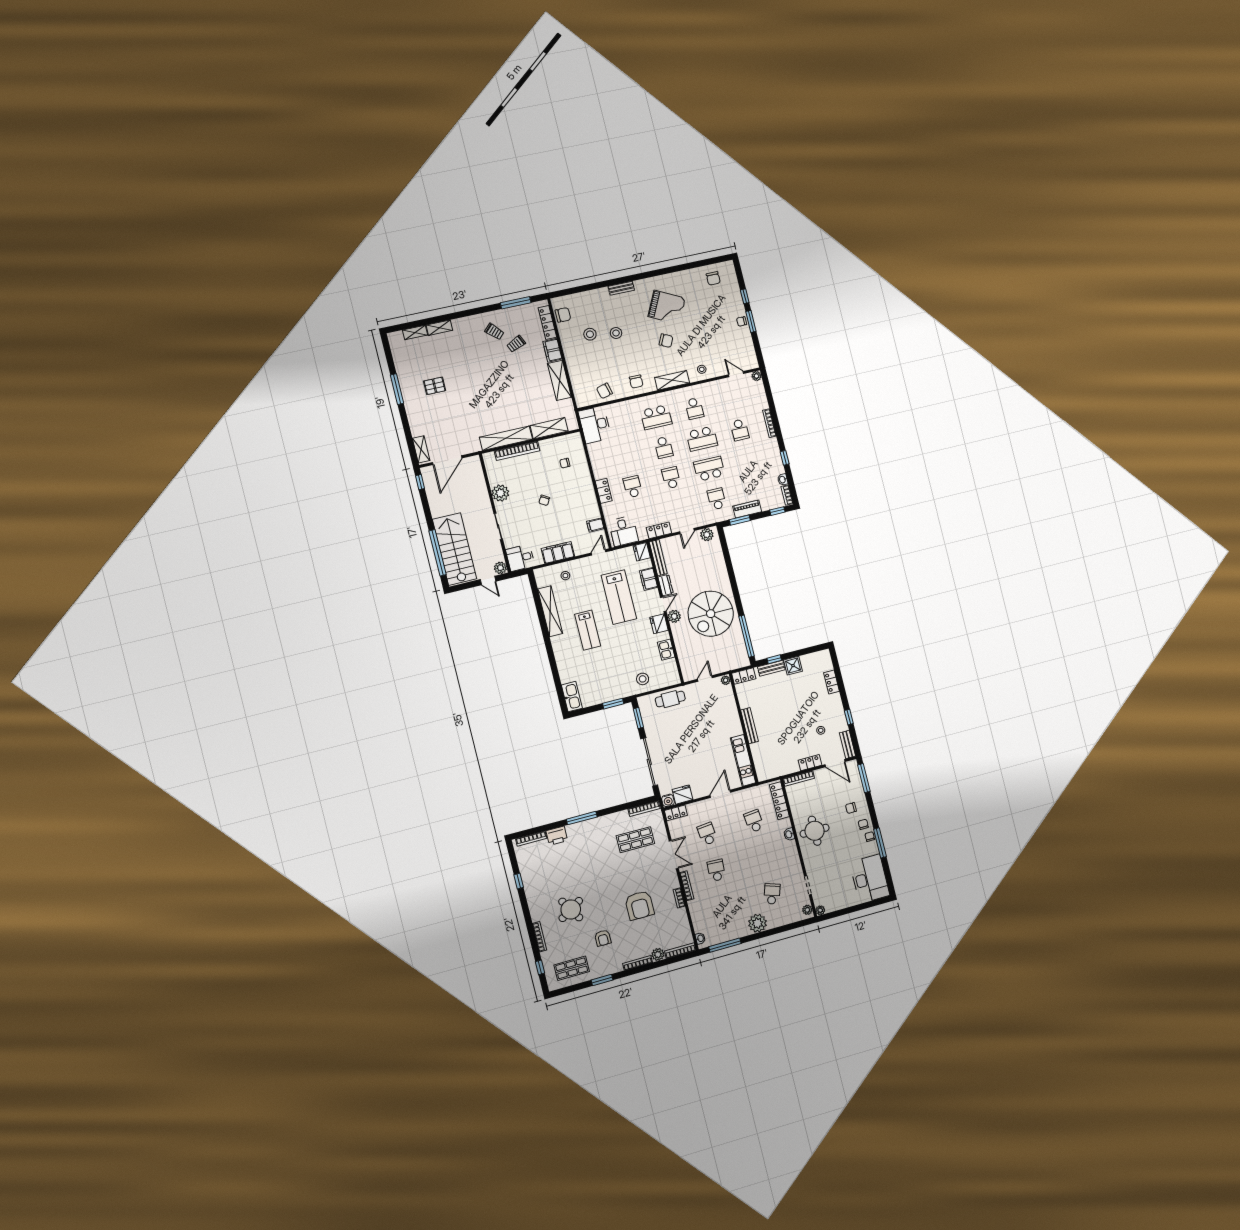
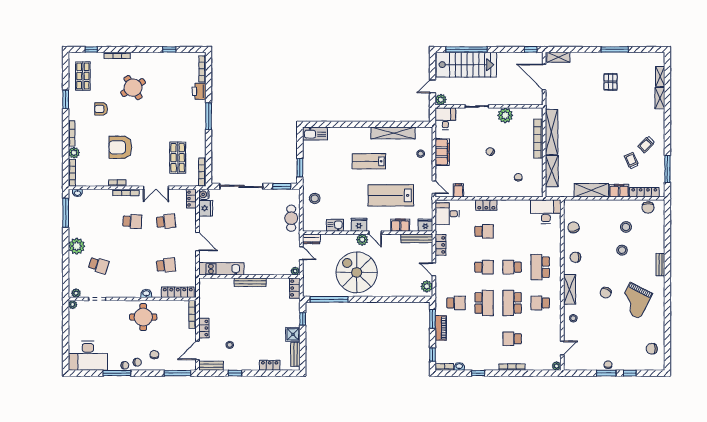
dresser: (666, 585) -> (311, 239), moved
bench: (771, 668) -> (295, 354), moved

